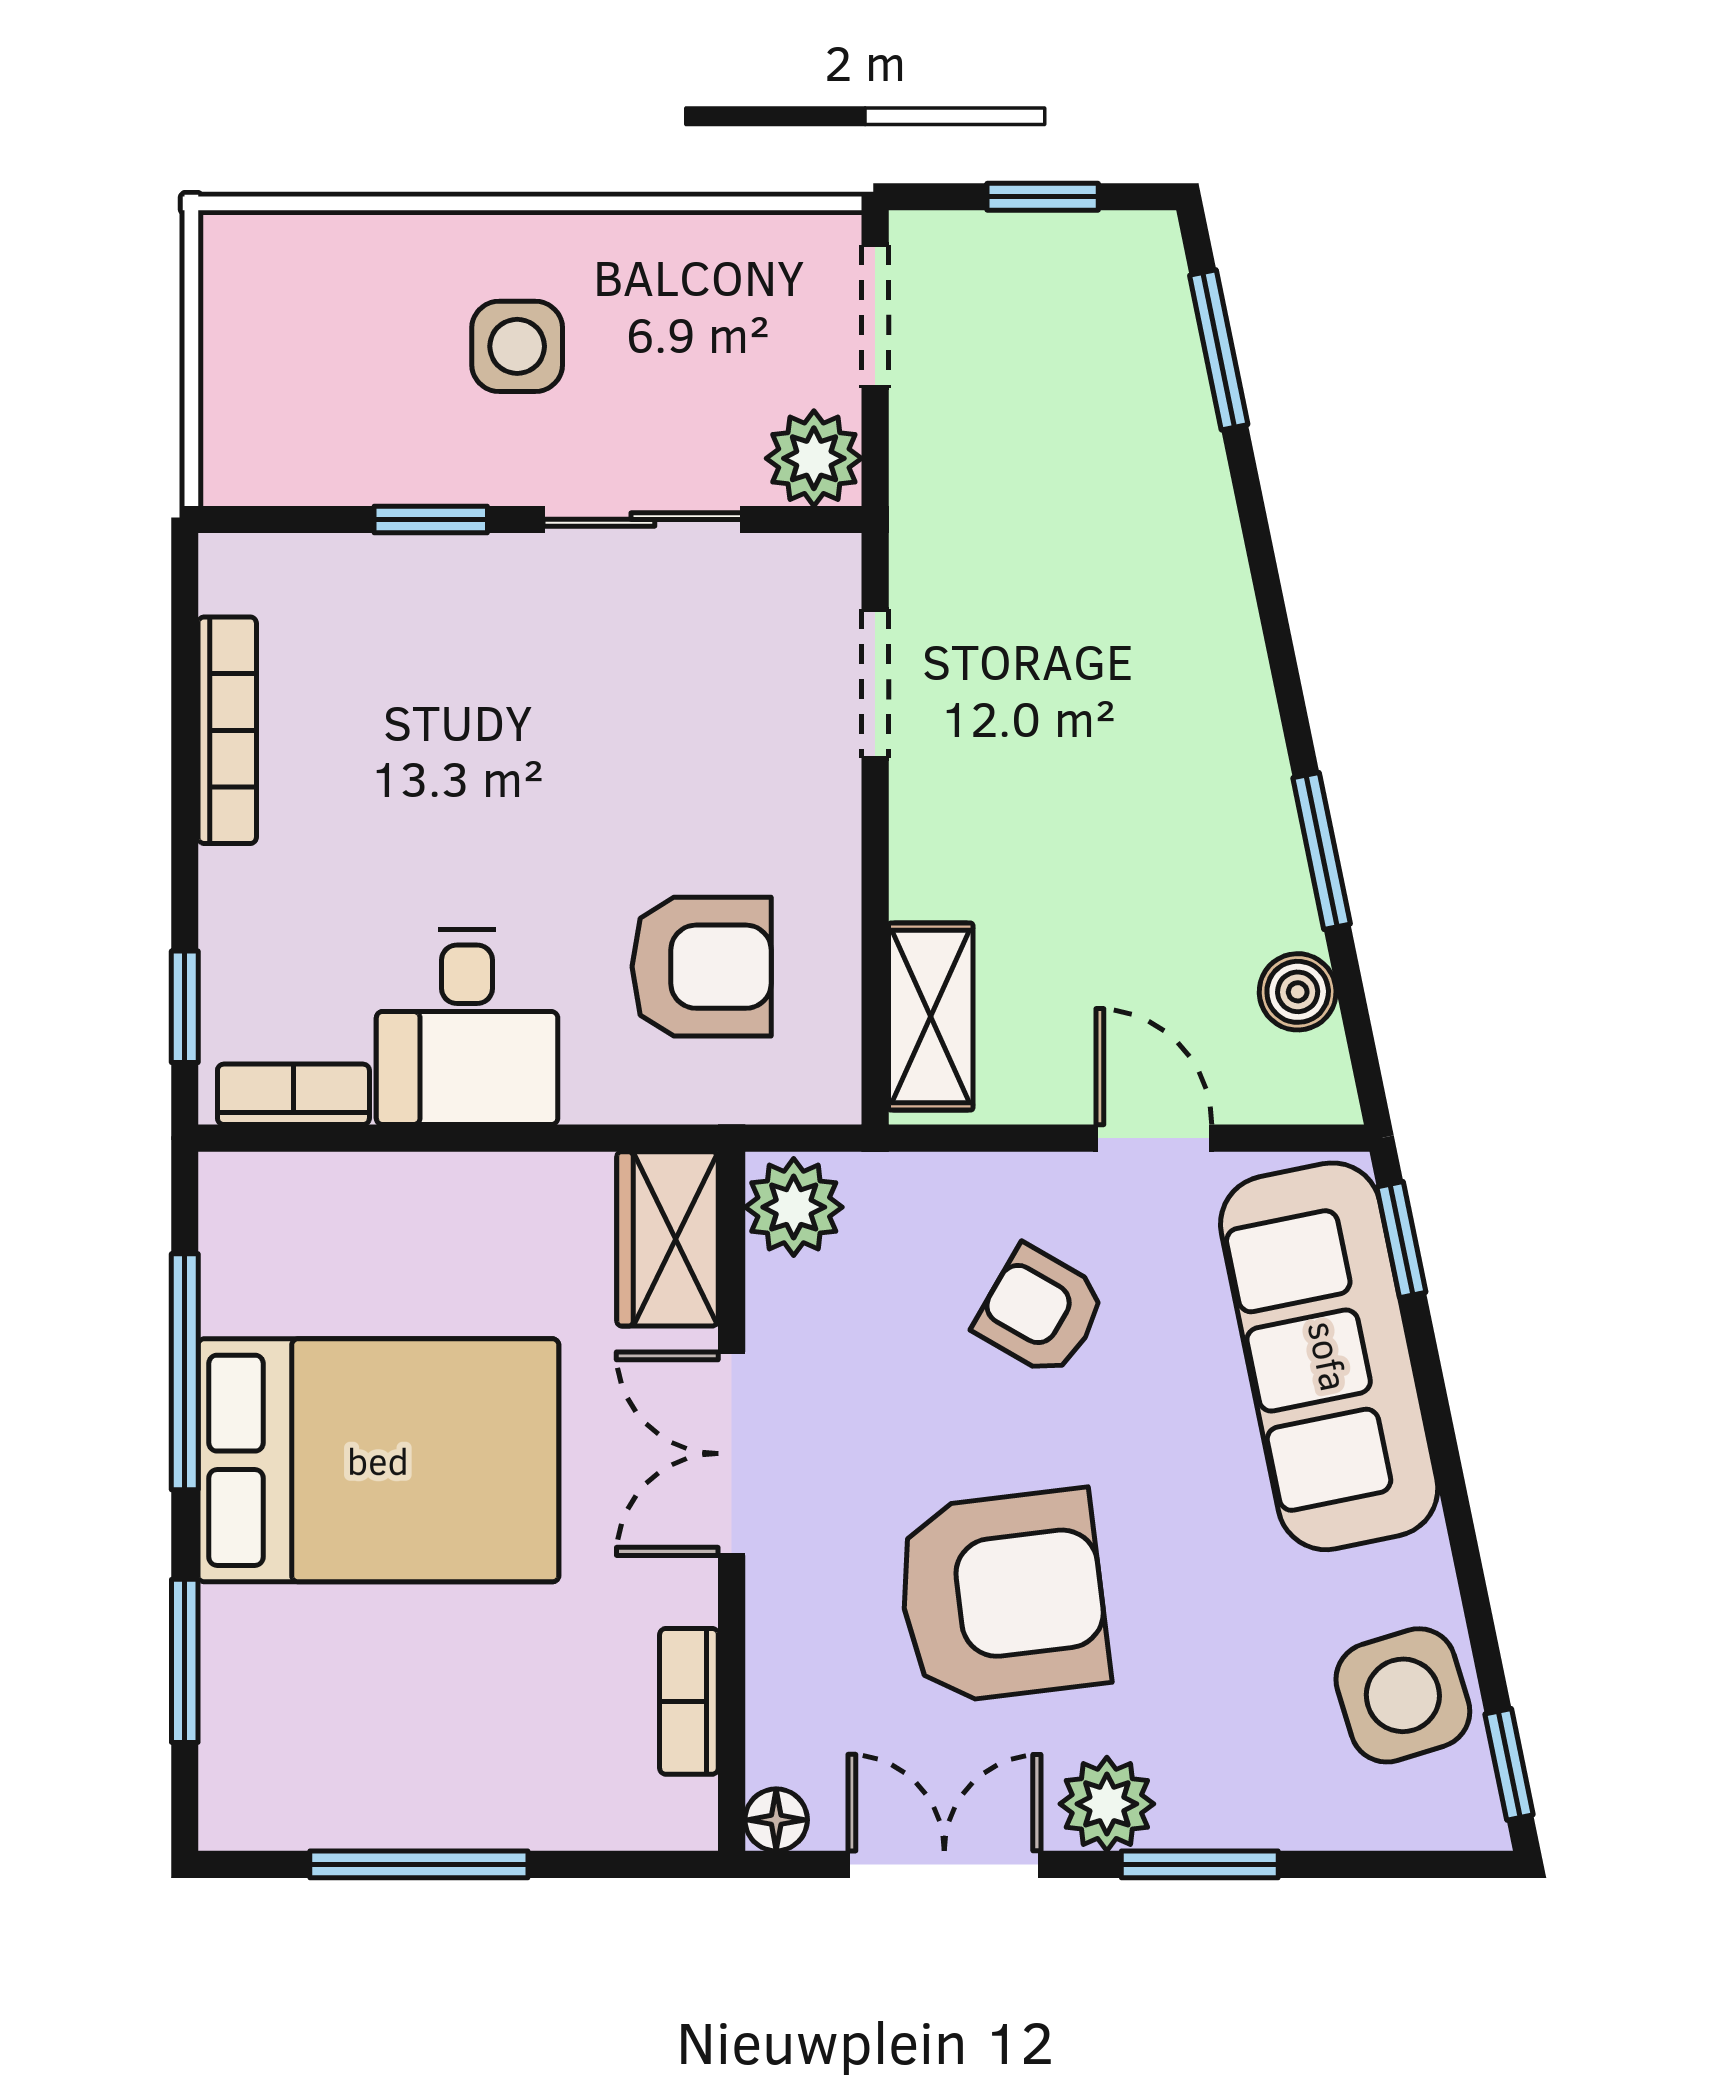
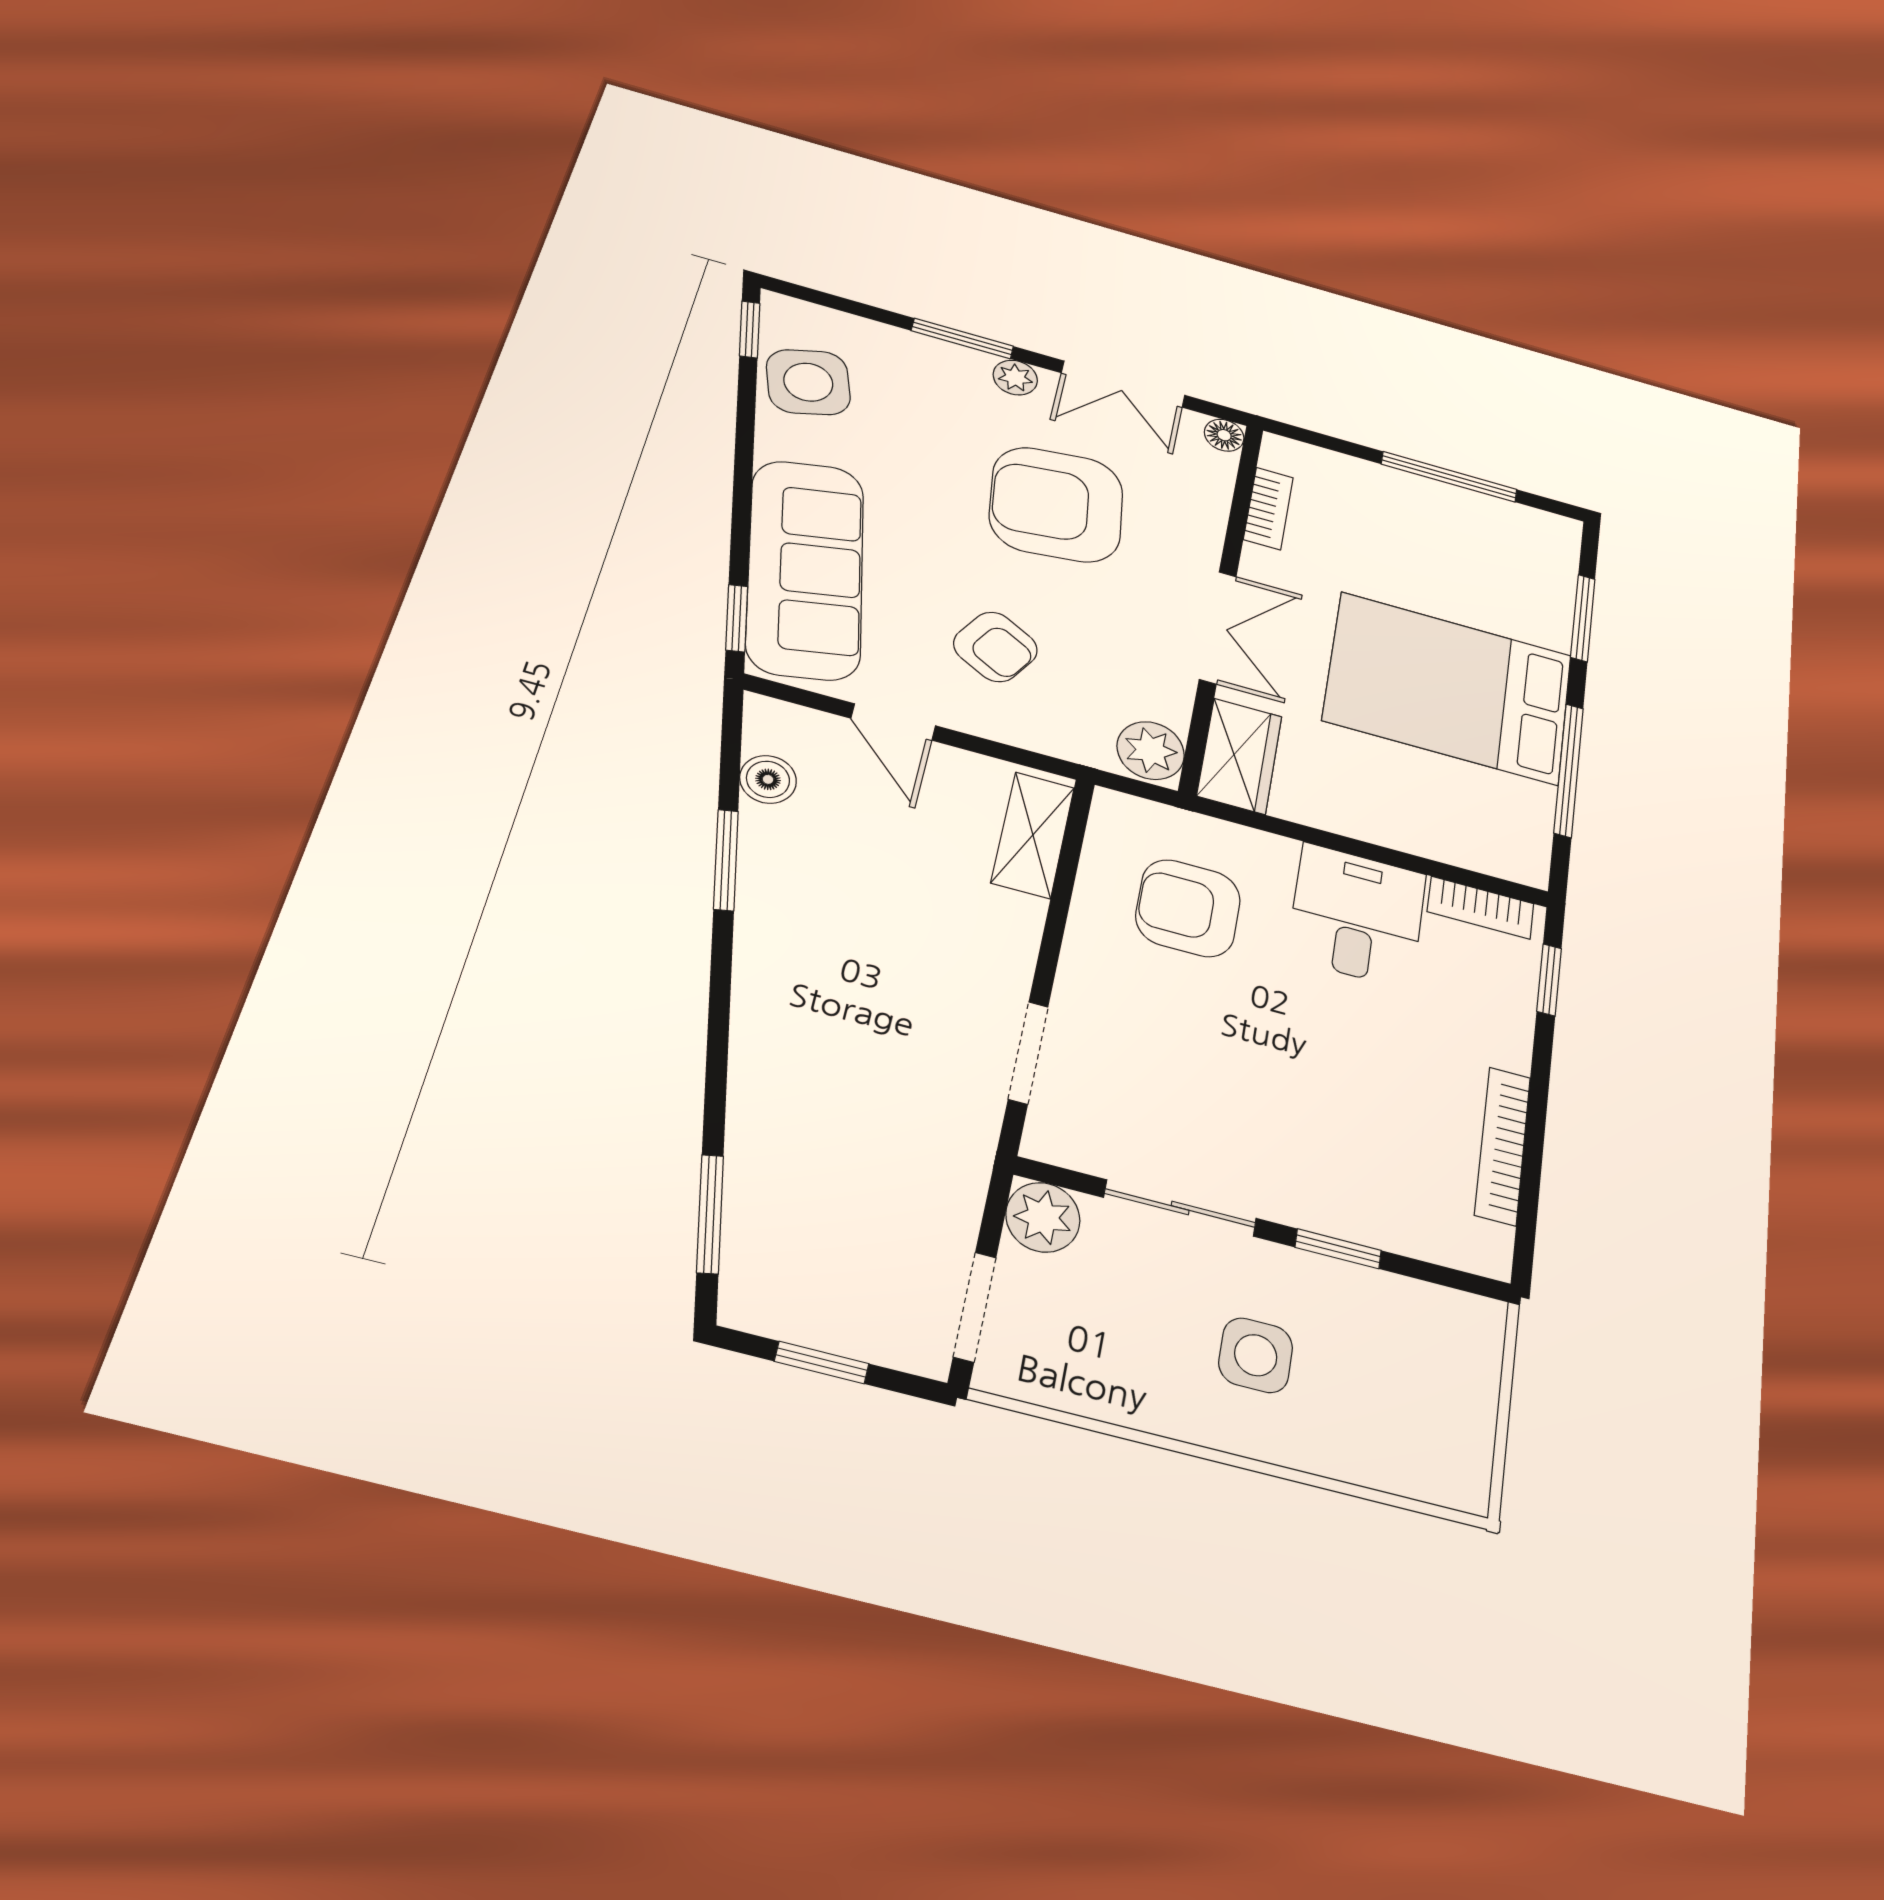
plant: (1107, 1804) -> (1015, 378), width x0.73, depth x0.73

